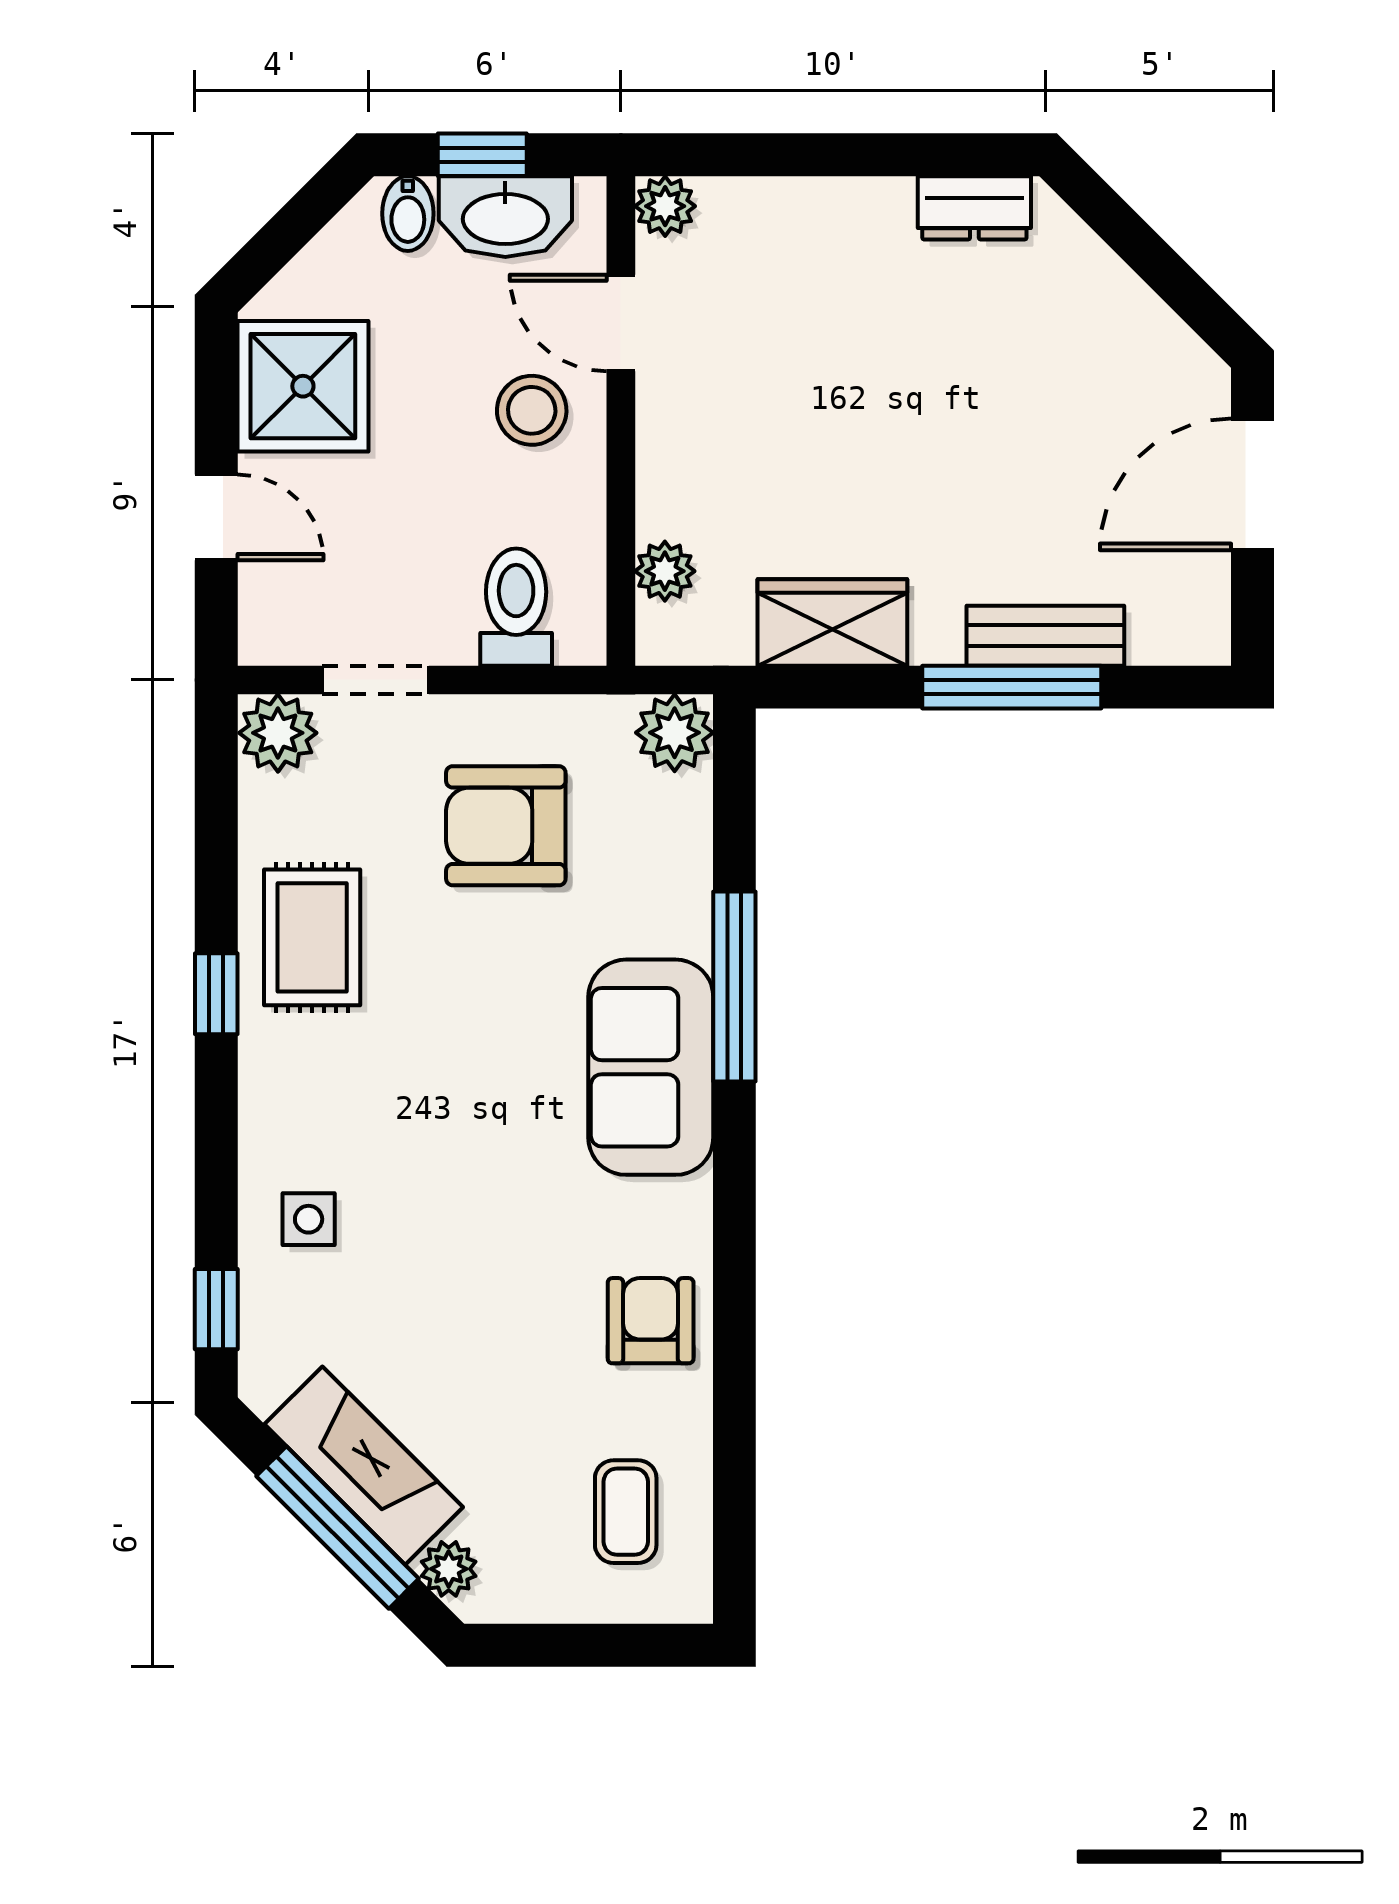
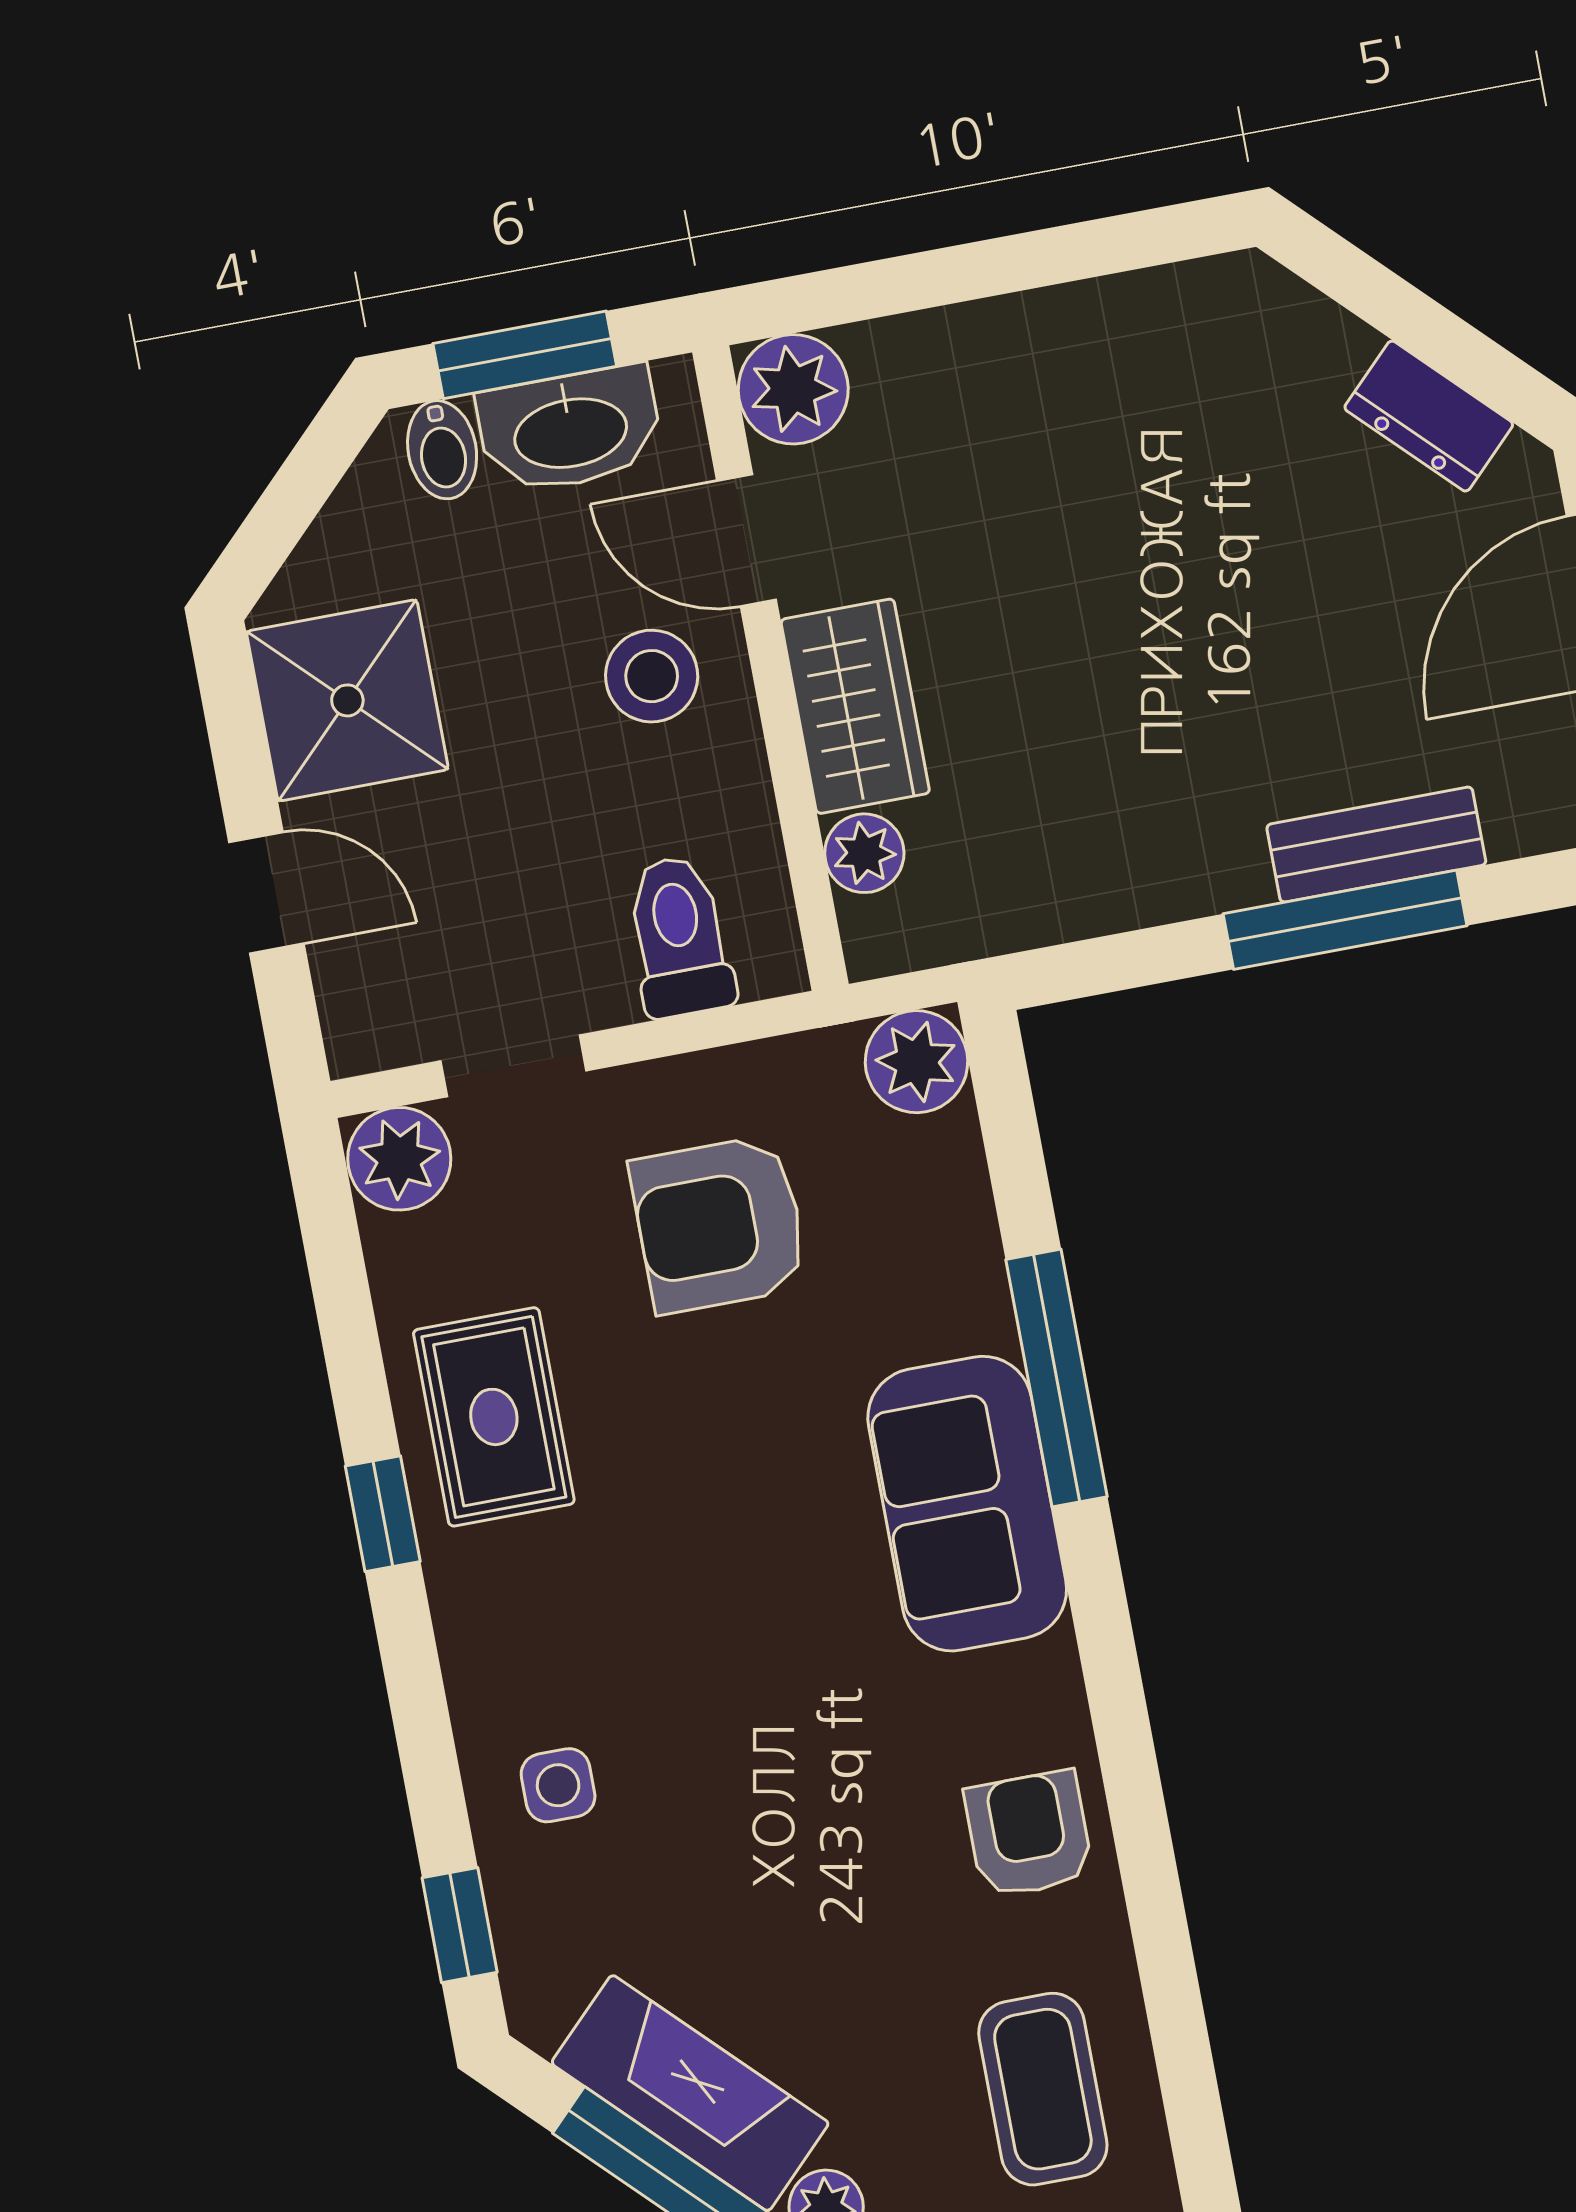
window: (482, 155) -> (525, 355), width x1.50
plant: (665, 206) -> (793, 389), width x1.38, depth x1.38
dresser: (974, 208) -> (1429, 416), moved, turned 45
wardrobe: (832, 622) -> (855, 706), moved, turned 90
coffee table: (626, 1512) -> (1043, 2089), width x1.36, depth x1.30

